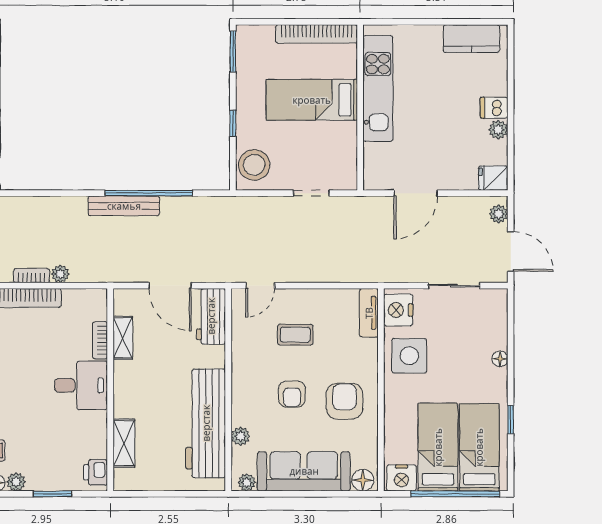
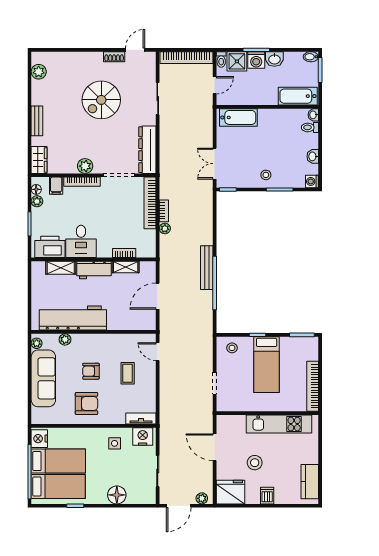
bed: (312, 100) -> (267, 365), moved, turned 180
stool: (441, 128) -> (255, 463), added
plant: (498, 130) -> (254, 498), removed
stool: (254, 165) -> (232, 348), width x0.53, depth x0.53
fridge: (493, 178) -> (231, 492), width x1.88, depth x1.34
workbench: (211, 316) -> (94, 270), moved, turned 180
side table: (409, 356) -> (115, 443), width x0.54, depth x0.54
floor lamp: (500, 359) -> (117, 495), width x1.89, depth x1.89
desk: (81, 385) -> (81, 241), moved
printer: (96, 472) -> (50, 247), width x1.87, depth x1.48
floor lamp: (363, 480) -> (38, 415), removed

